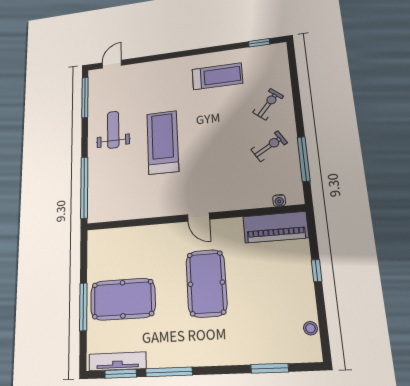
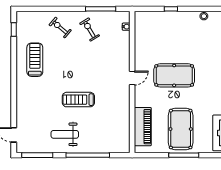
treadmill: (163, 142) -> (78, 100), width x0.73, depth x0.73
window: (84, 187) -> (88, 155), moved
piano: (275, 227) -> (143, 127), moved

